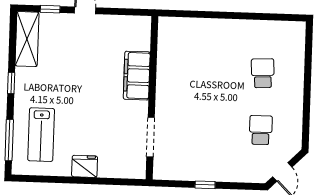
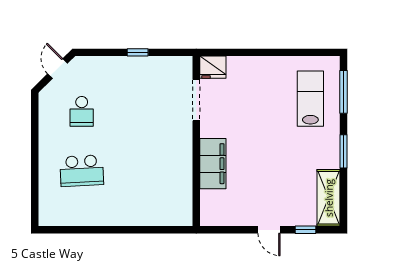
school desk: (263, 73) -> (82, 171), width x1.85
window: (11, 83) -> (343, 151), width x1.50
fridge: (85, 166) -> (213, 67), moved

